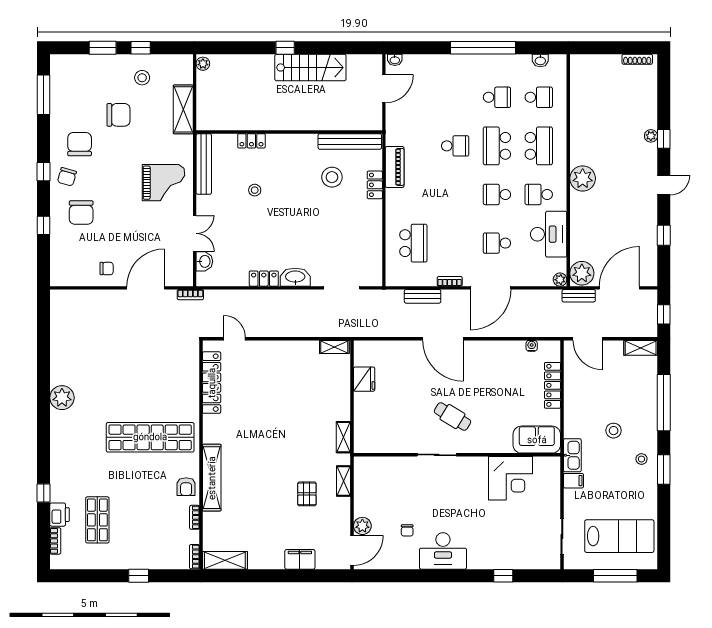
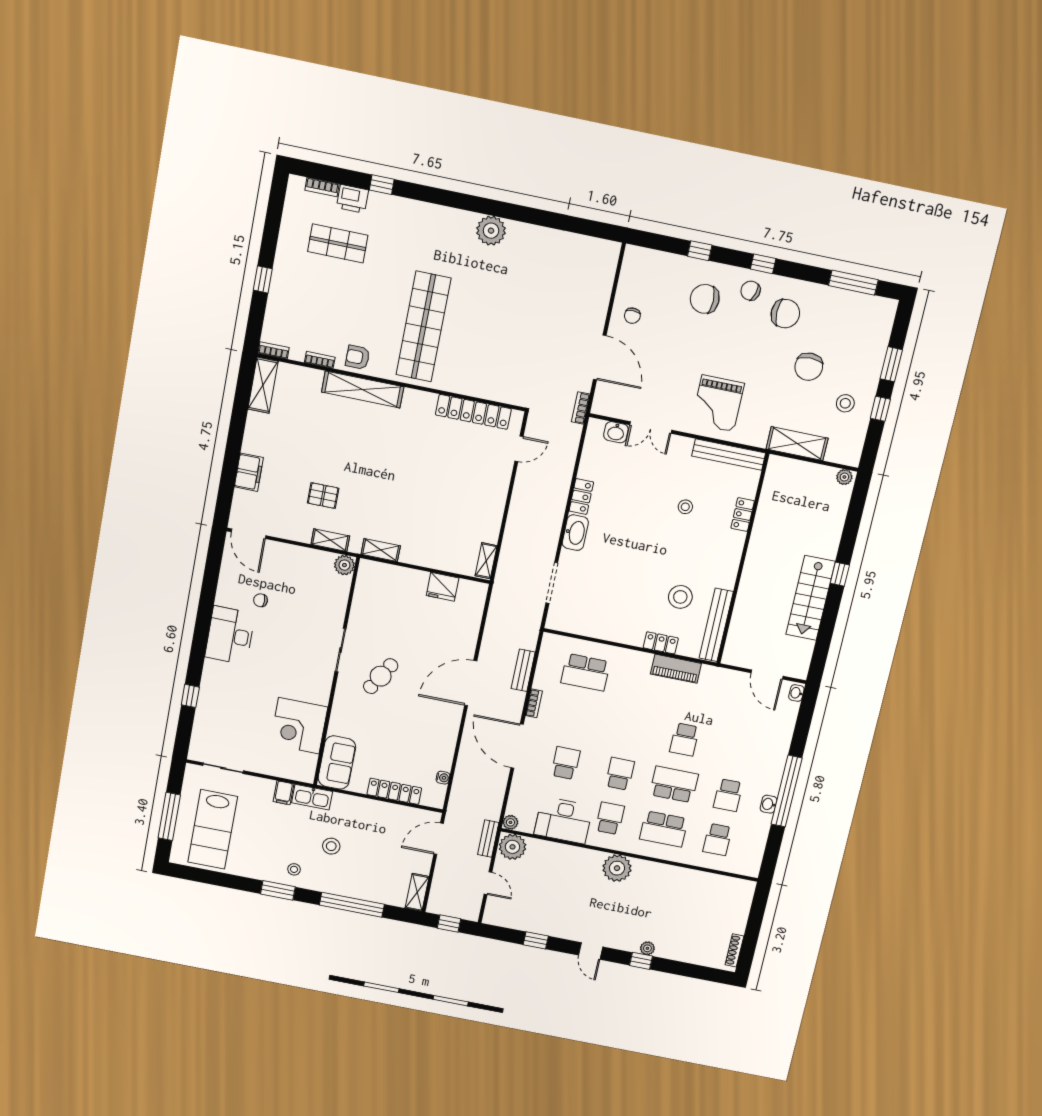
washbasin: (540, 60) -> (769, 804), moved
door: (619, 288) -> (488, 883), width x0.53
plant: (362, 526) -> (344, 565), moved

